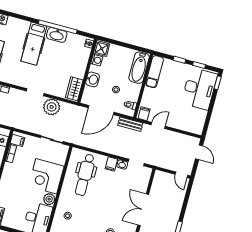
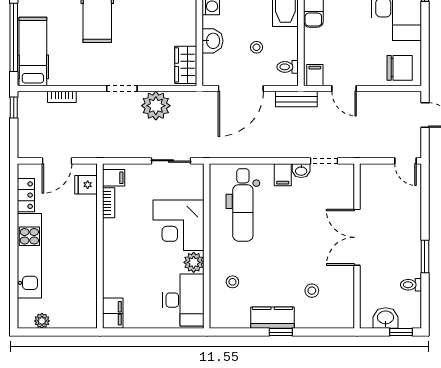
chair: (192, 122) -> (400, 68), added
door: (158, 125) -> (344, 88), swing flipped

